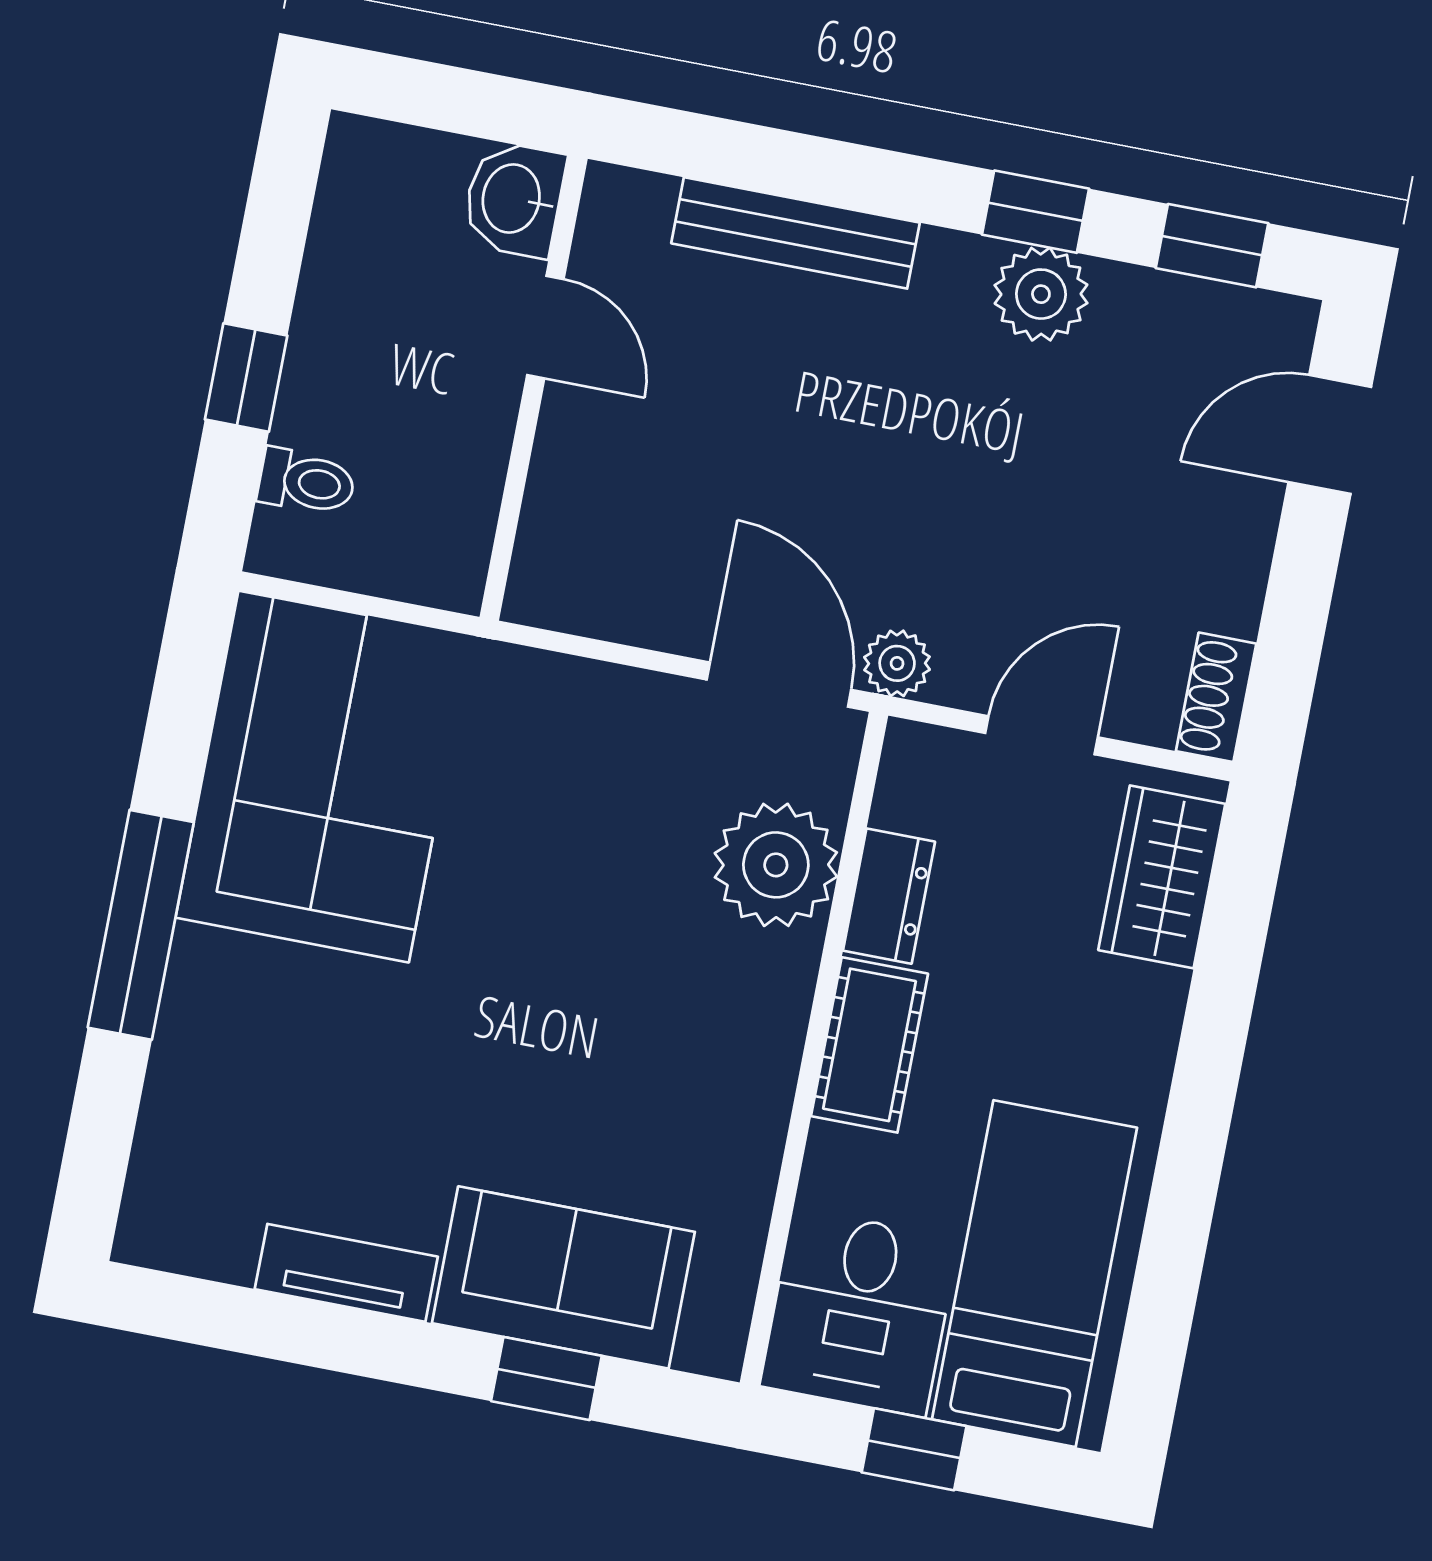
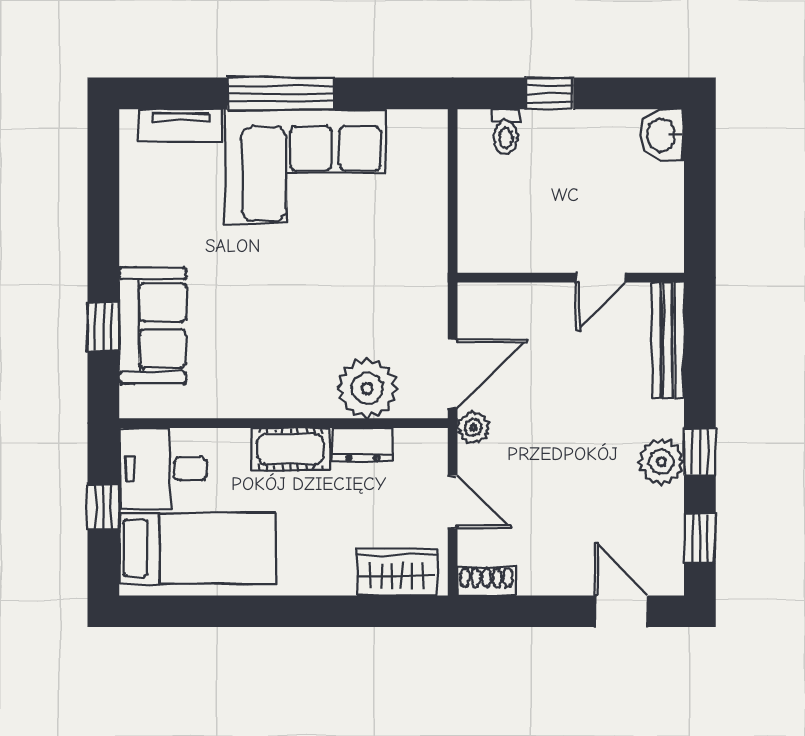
washbasin: (514, 199) -> (662, 135), moved, turned -90
door: (545, 327) -> (601, 278), moved
wall: (534, 388) -> (571, 278), moved
corner sofa: (324, 777) -> (306, 166), moved
tv unit: (346, 1273) -> (180, 125), moved, turned 90

